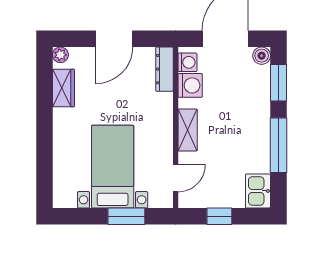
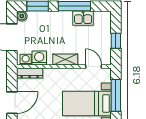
door: (114, 39) -> (12, 103), hinge flipped
kitchen sink: (258, 191) -> (83, 18), moved
window: (126, 216) -> (116, 95), width x1.44

